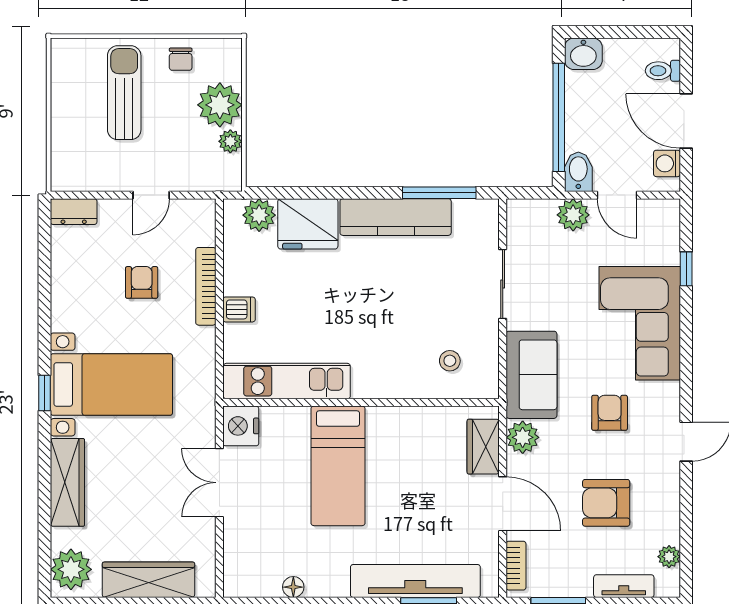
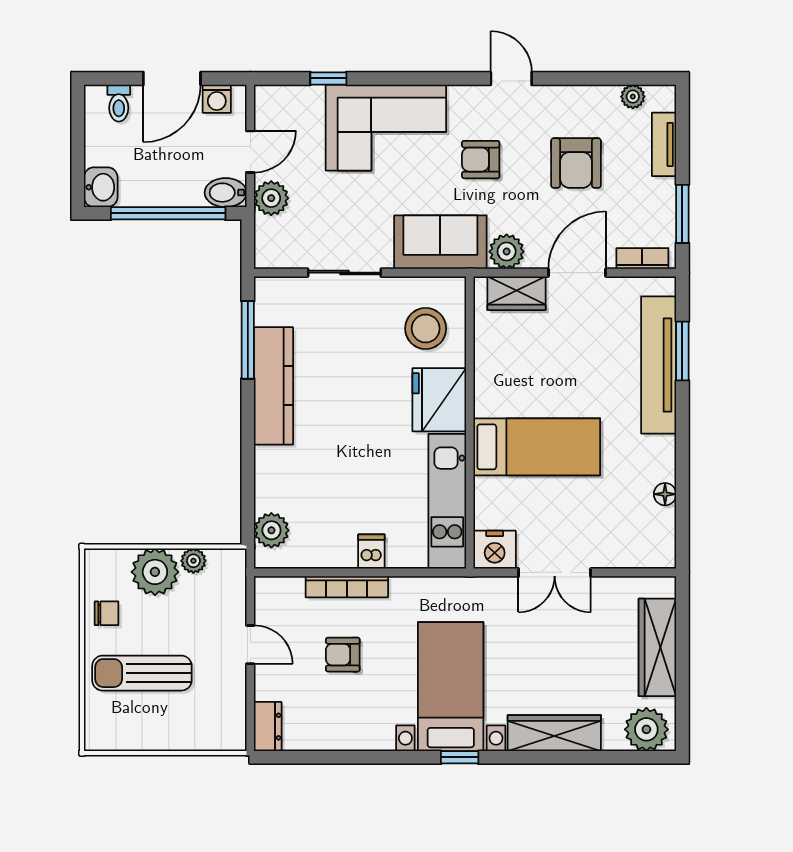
fridge: (308, 224) -> (439, 400), moved, turned 180
stool: (450, 361) -> (426, 329), width x1.89, depth x1.89

